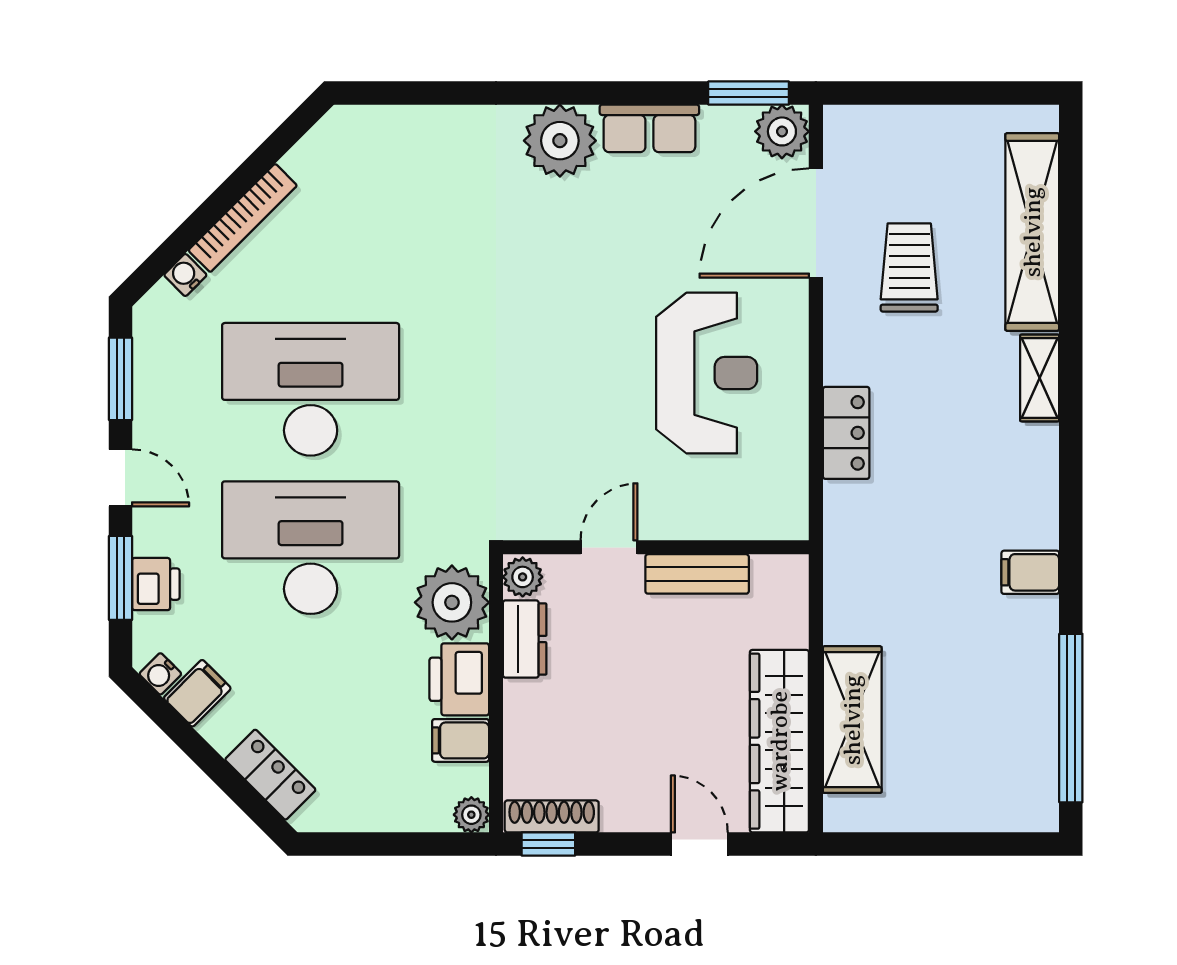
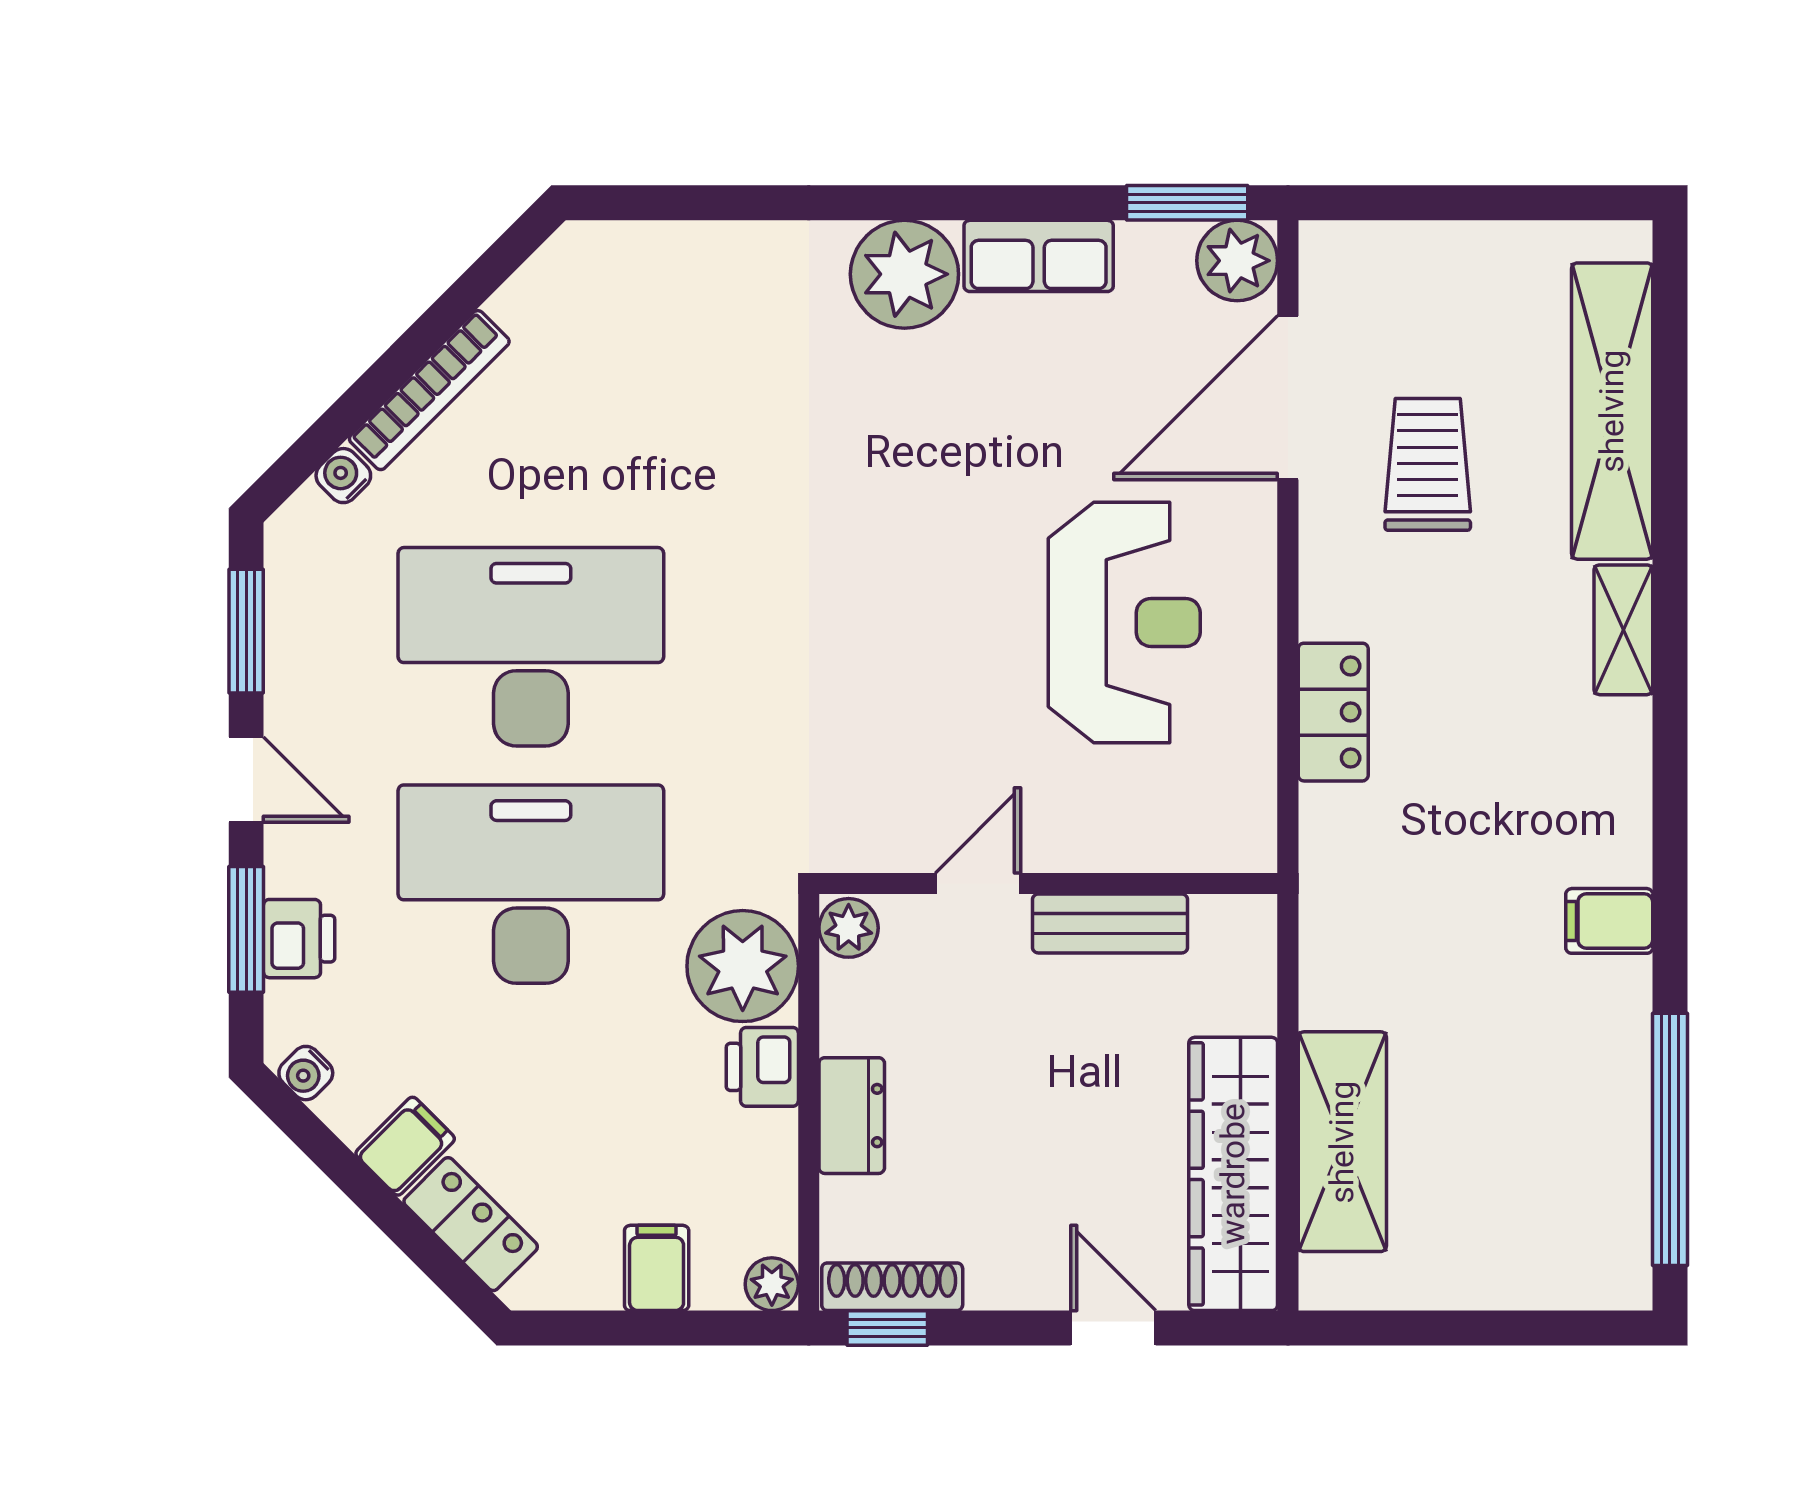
dresser: (525, 639) -> (852, 1116), moved
printer: (459, 679) -> (762, 1067), width x0.73, depth x0.81
filing cabinet: (197, 693) -> (405, 1146), moved
filing cabinet: (461, 740) -> (657, 1268), moved, turned 90

